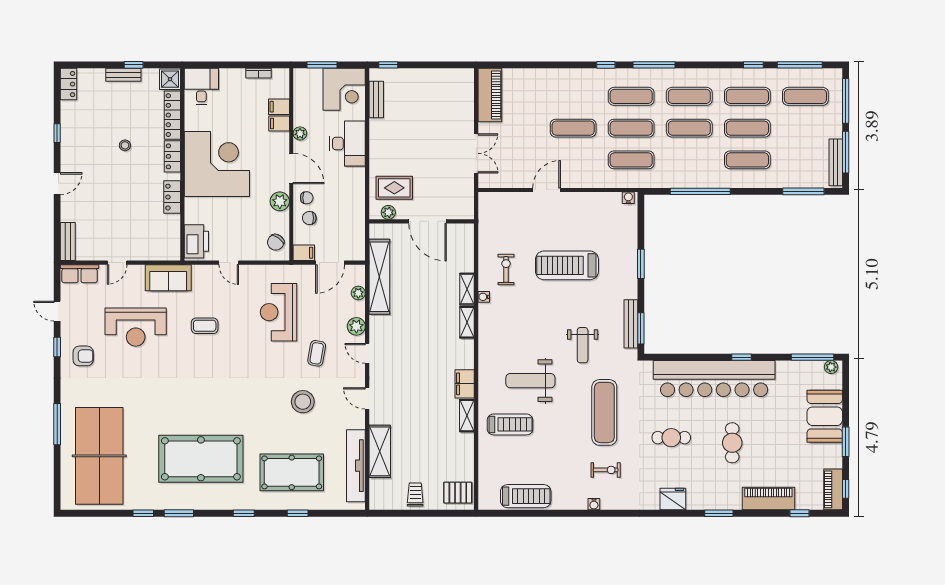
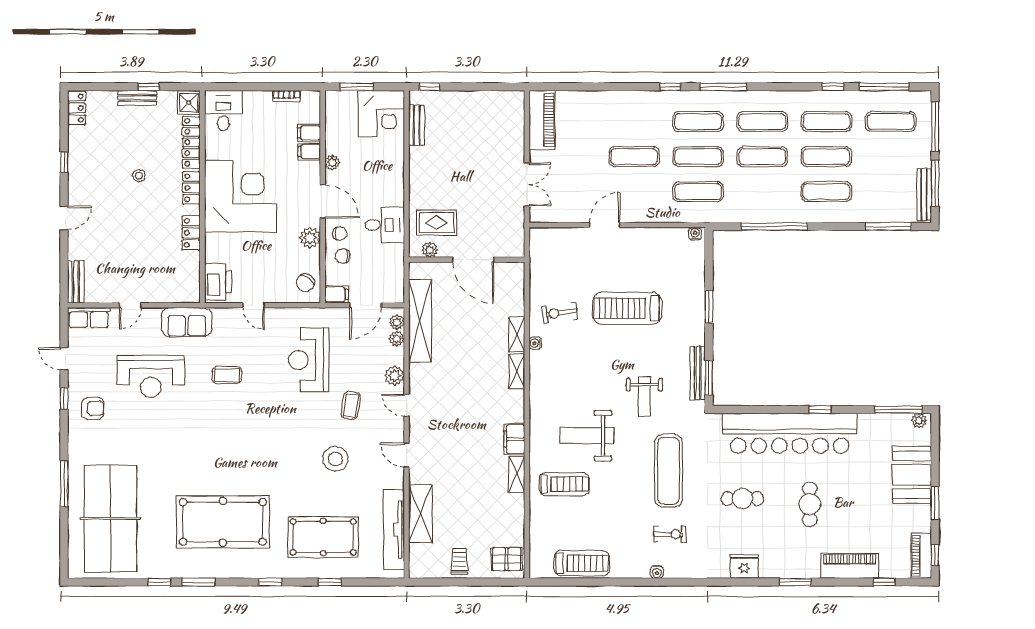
desk: (347, 144) -> (385, 225), moved, width x0.73
exercise bike: (506, 269) -> (560, 313), turned -97
plant: (359, 278) -> (397, 322), added

